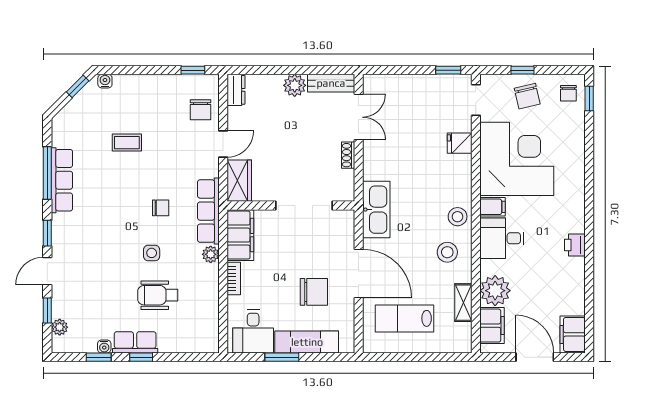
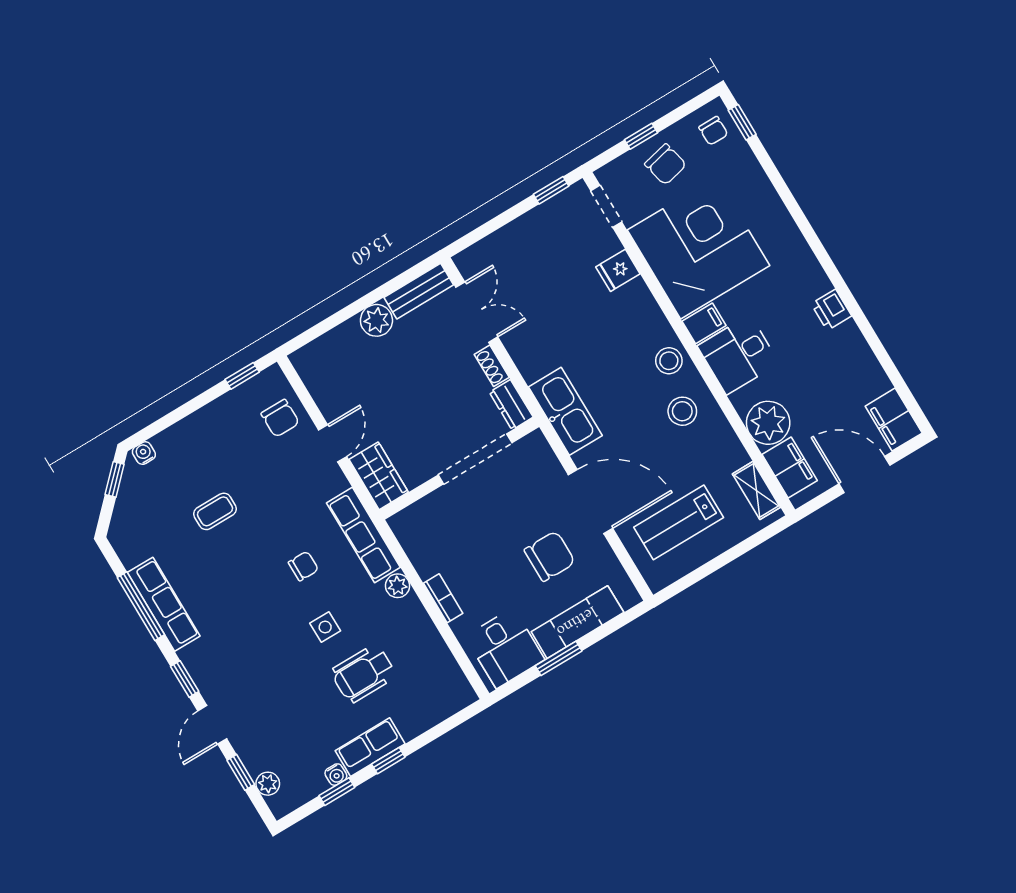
dresser: (236, 90) -> (511, 405), moved, turned 180
filing cabinet: (240, 235) -> (420, 541), removed
shelving: (463, 303) -> (756, 491), moved

